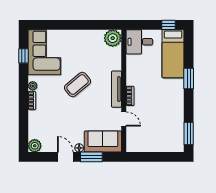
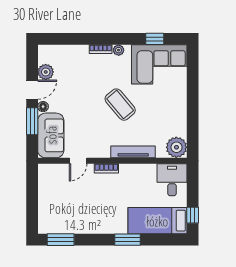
tv unit: (116, 89) -> (133, 152), moved
plant: (35, 146) -> (46, 72), moved

